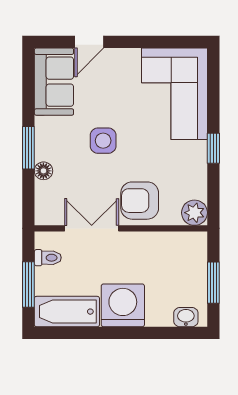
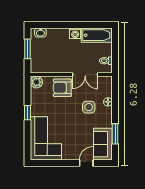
side table: (103, 141) -> (89, 107), moved
window: (28, 148) -> (115, 134), moved
armchair: (140, 201) -> (62, 88), turned 180
window: (28, 284) -> (115, 48), removed
washing machine: (123, 305) -> (75, 33), width x0.53, depth x0.53

